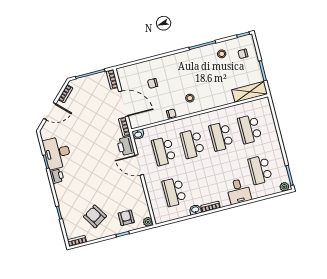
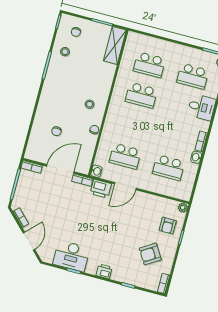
school desk: (192, 144) -> (133, 126), removed
printer: (57, 176) -> (104, 271), moved
armchair: (126, 218) -> (168, 226), turned -90

